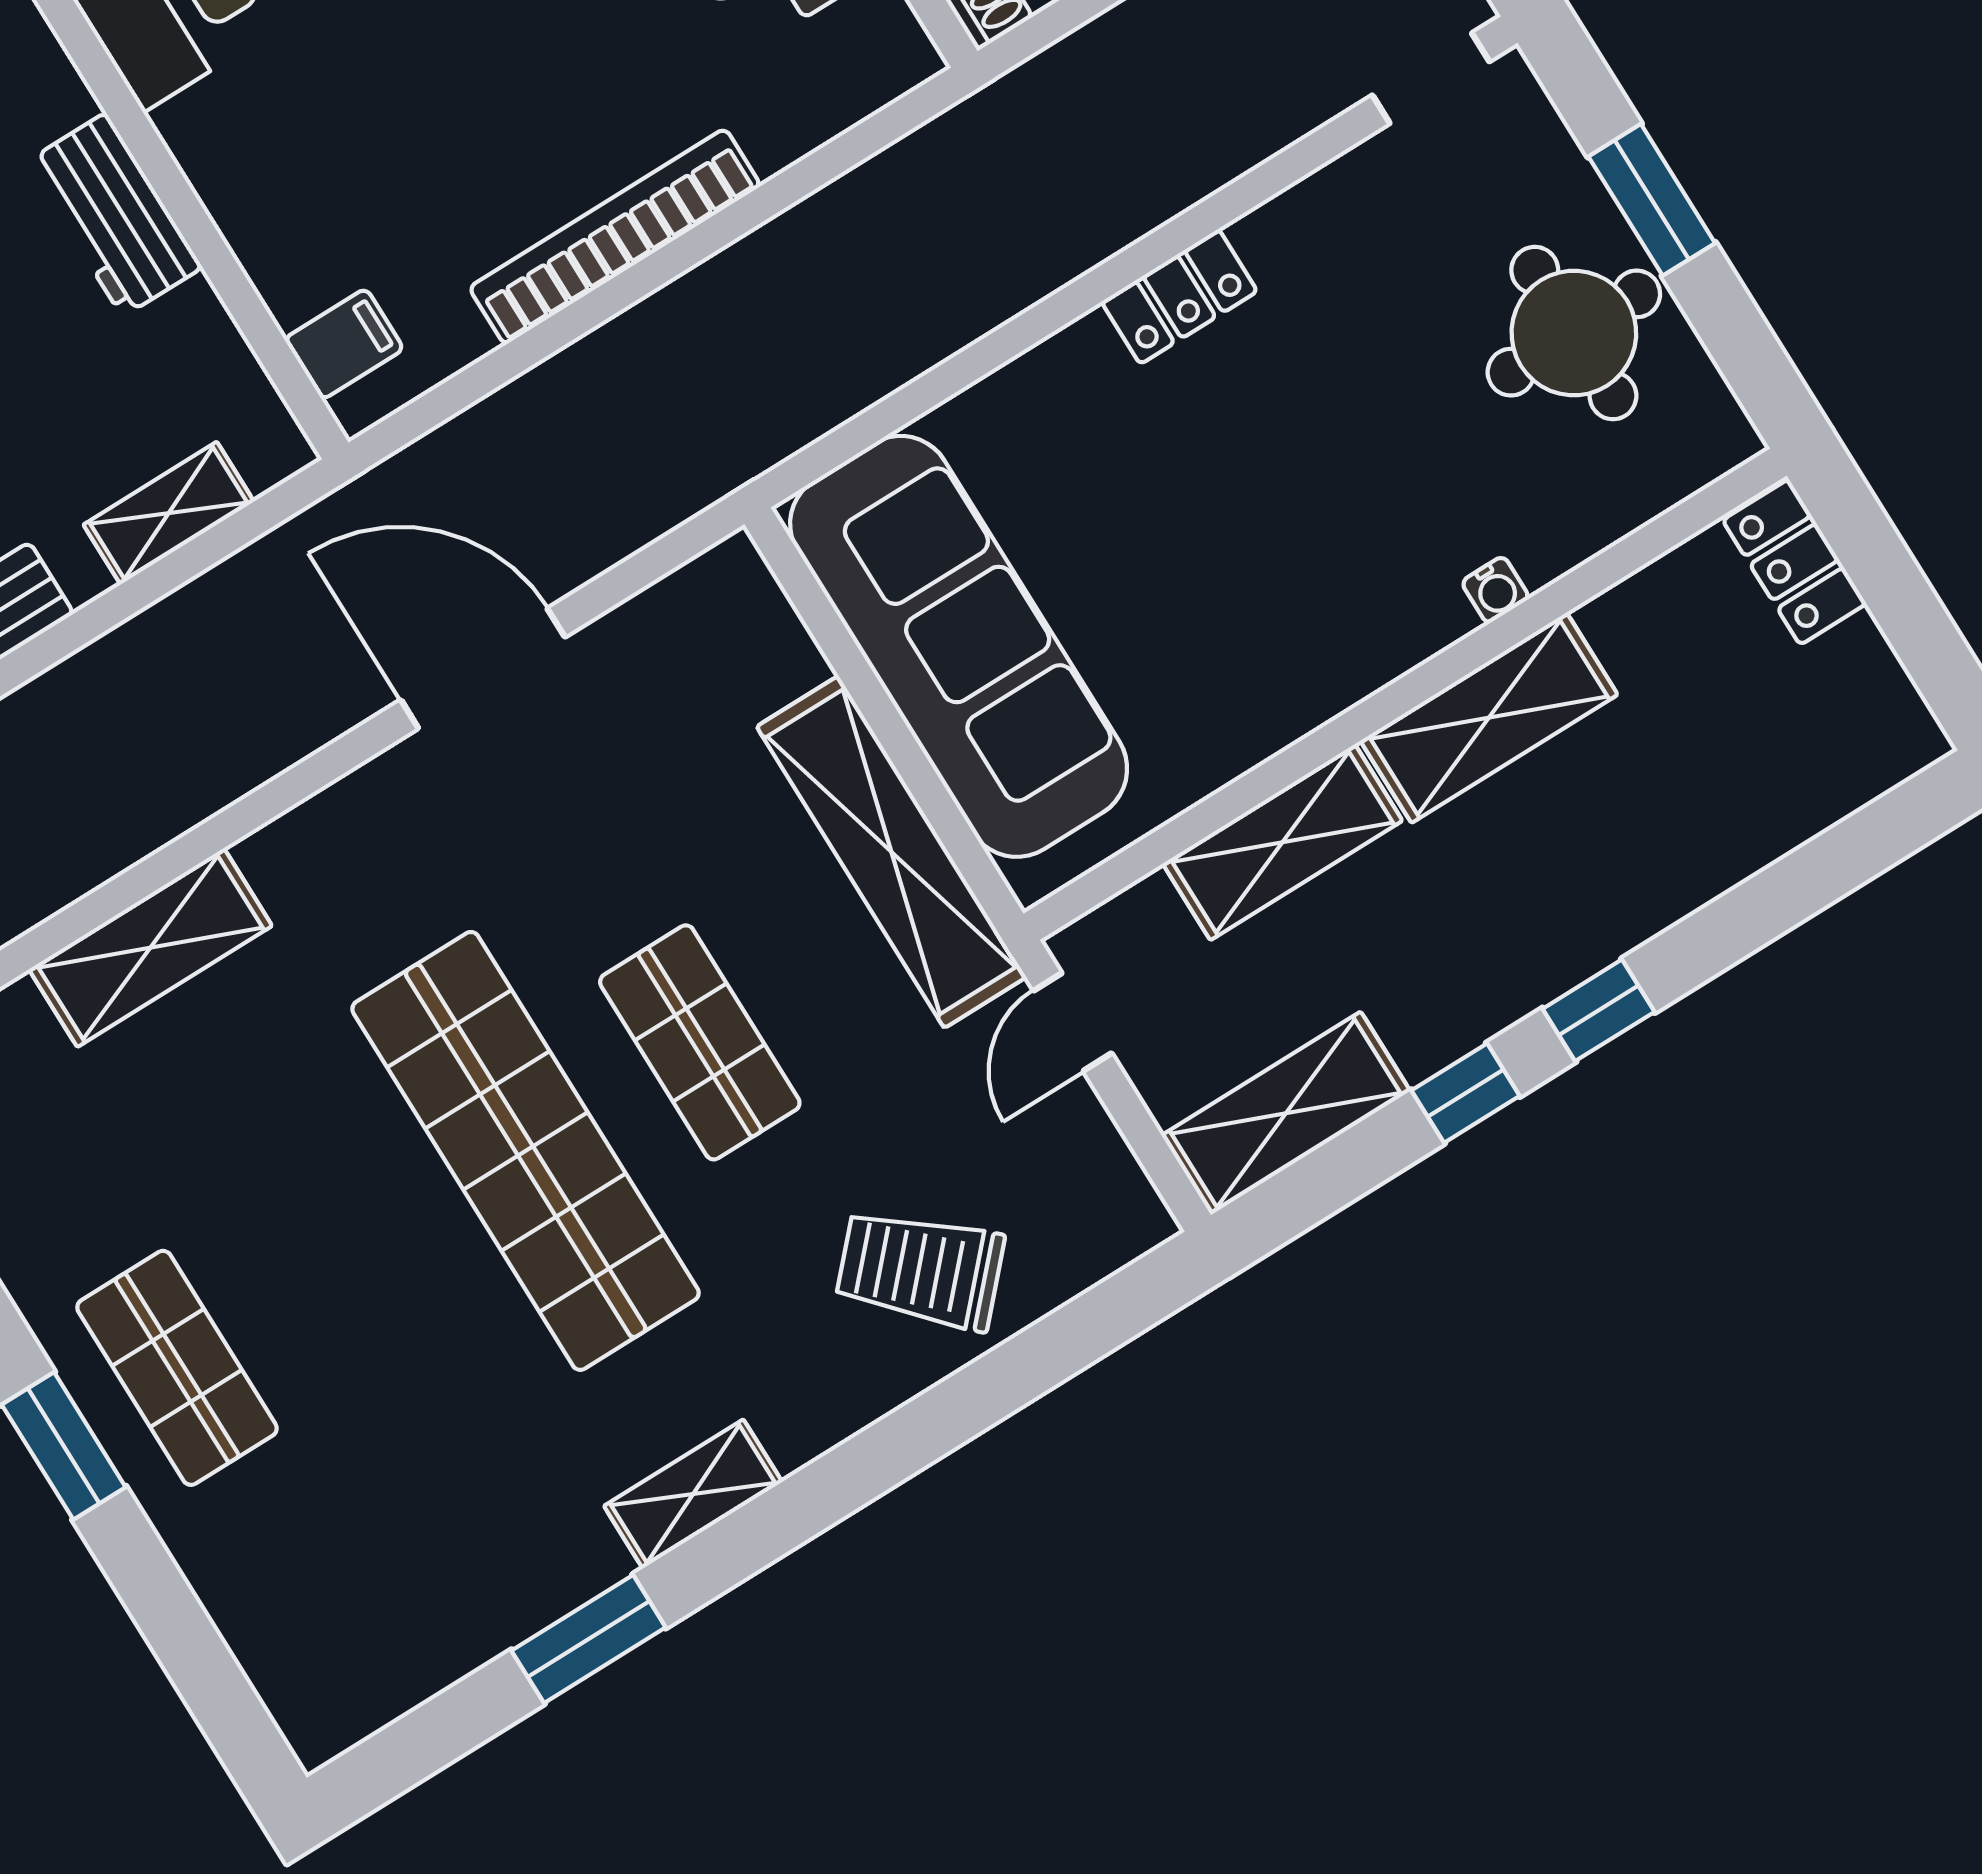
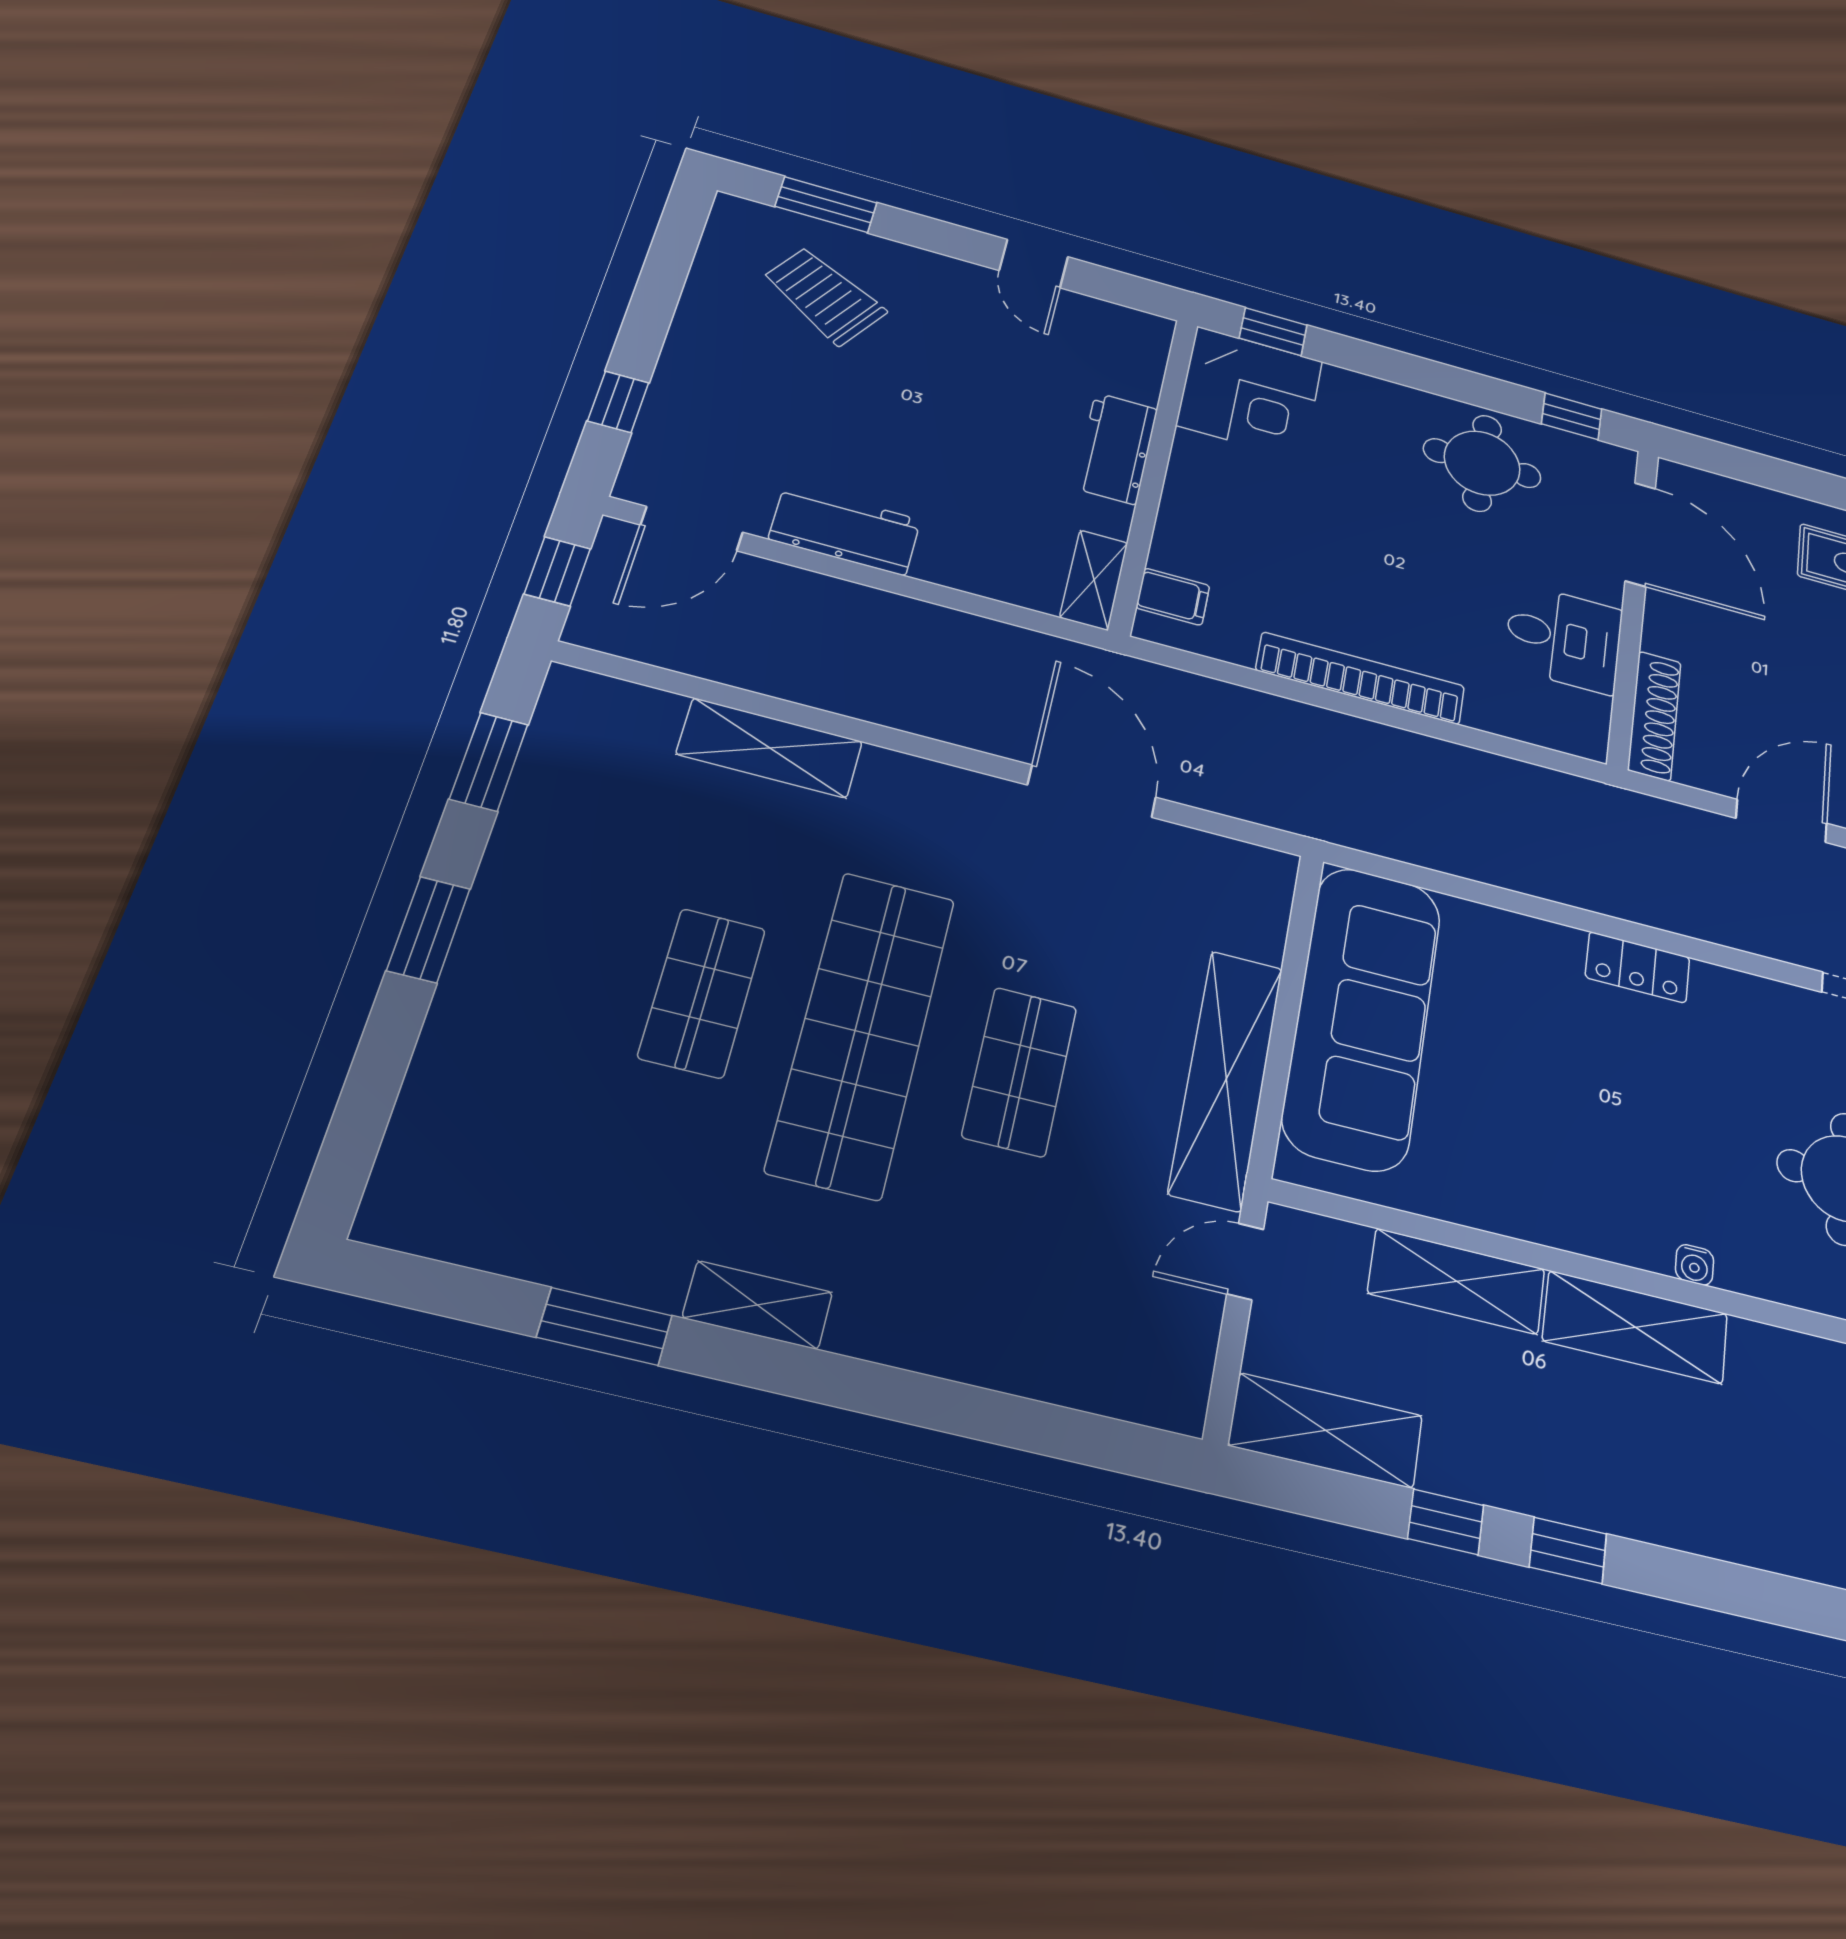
shelving: (169, 513) -> (1094, 580), moved, turned 90
trolley: (920, 1269) -> (1023, 1310), removed
shop shelf: (177, 1368) -> (702, 993), moved

